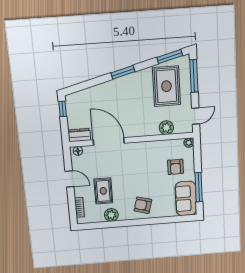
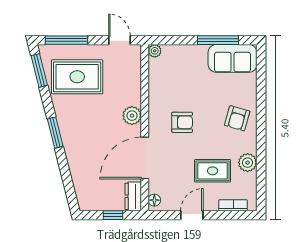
window: (63, 109) -> (113, 215), moved
plant: (166, 128) -> (132, 116), moved
armchair: (175, 167) -> (182, 122), moved

